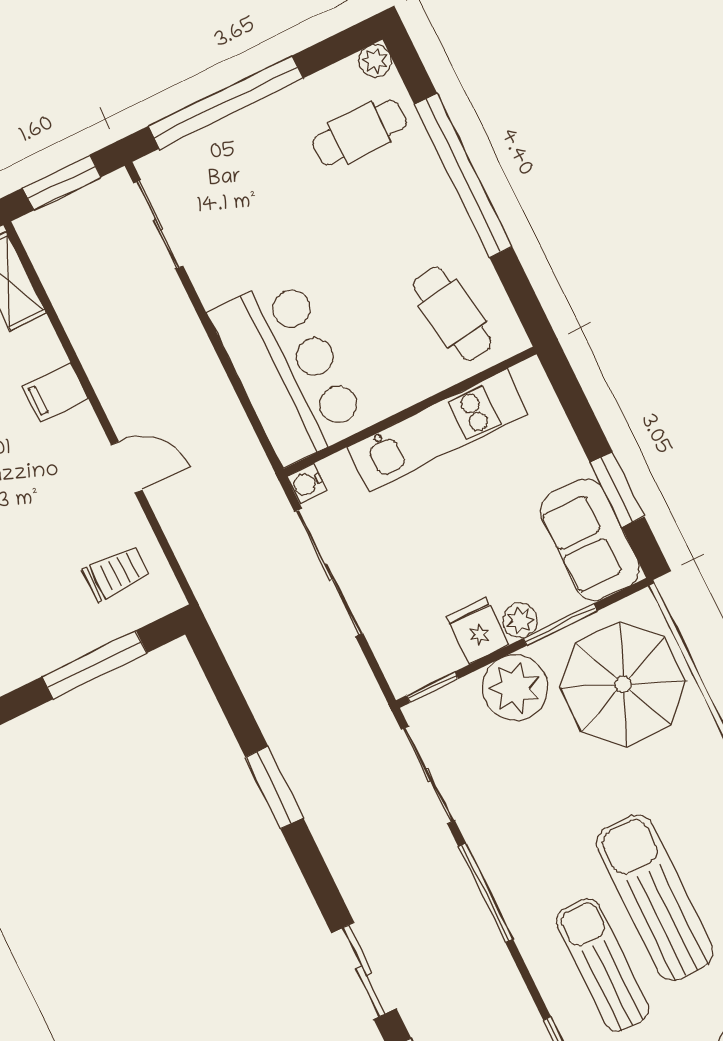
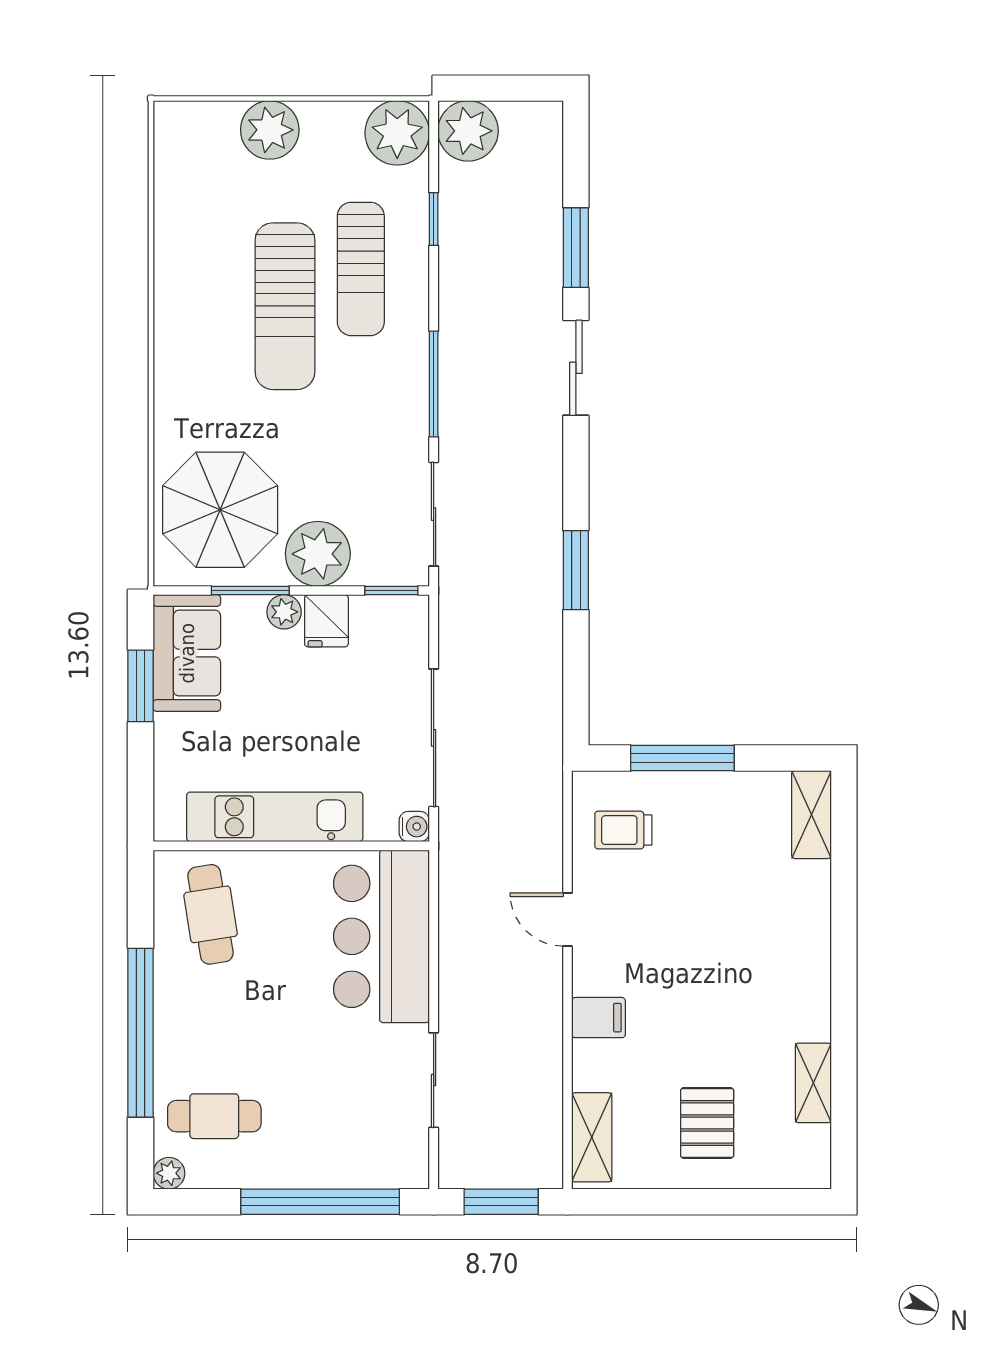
sliding door: (158, 224) -> (434, 1080), moved

